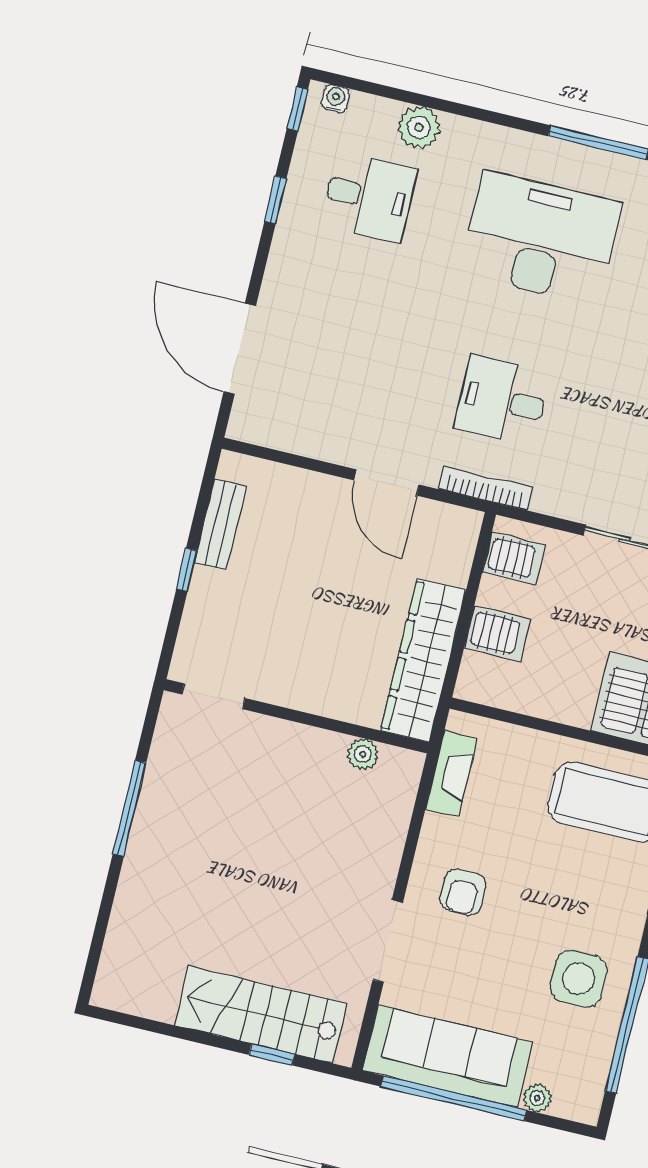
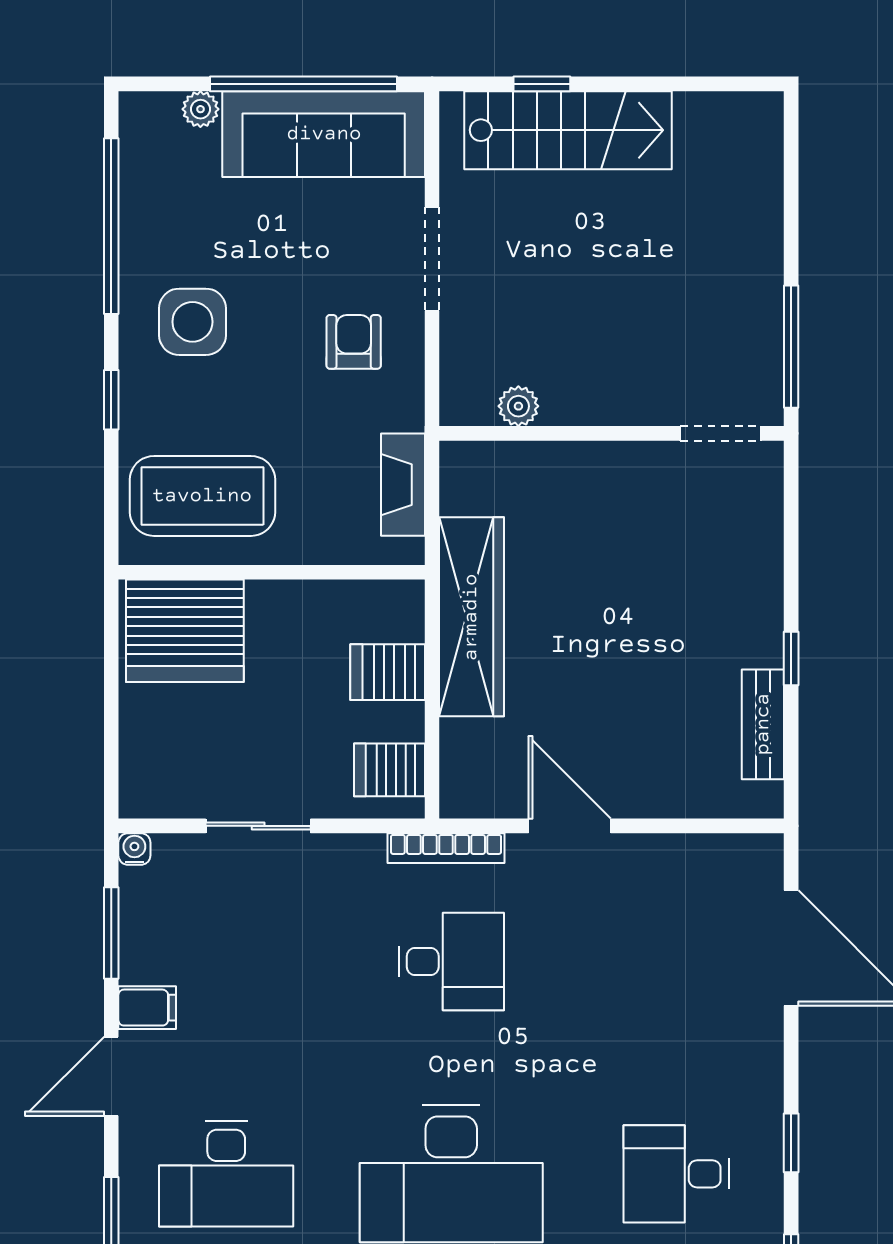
doorway: (213, 696) -> (721, 433), moved
wall: (297, 716) -> (612, 433), moved
plant: (363, 754) -> (518, 406), moved
side table: (579, 979) -> (192, 322), moved

